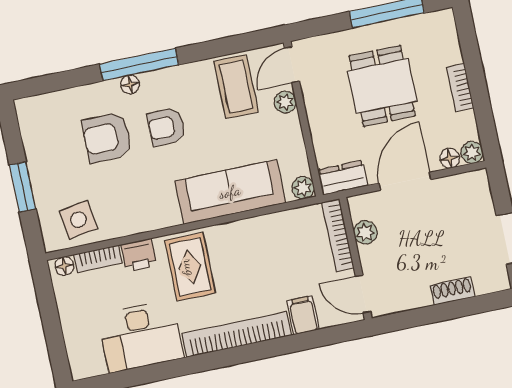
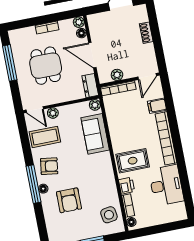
dining table: (382, 86) -> (46, 66), turned 90
armchair: (166, 127) -> (49, 166), moved, turned -82
sofa: (230, 192) -> (95, 134), width x0.73

